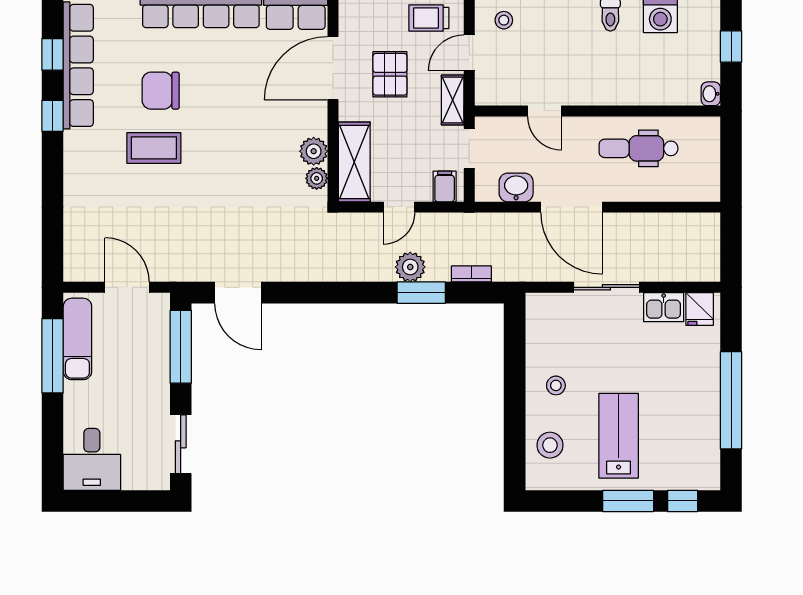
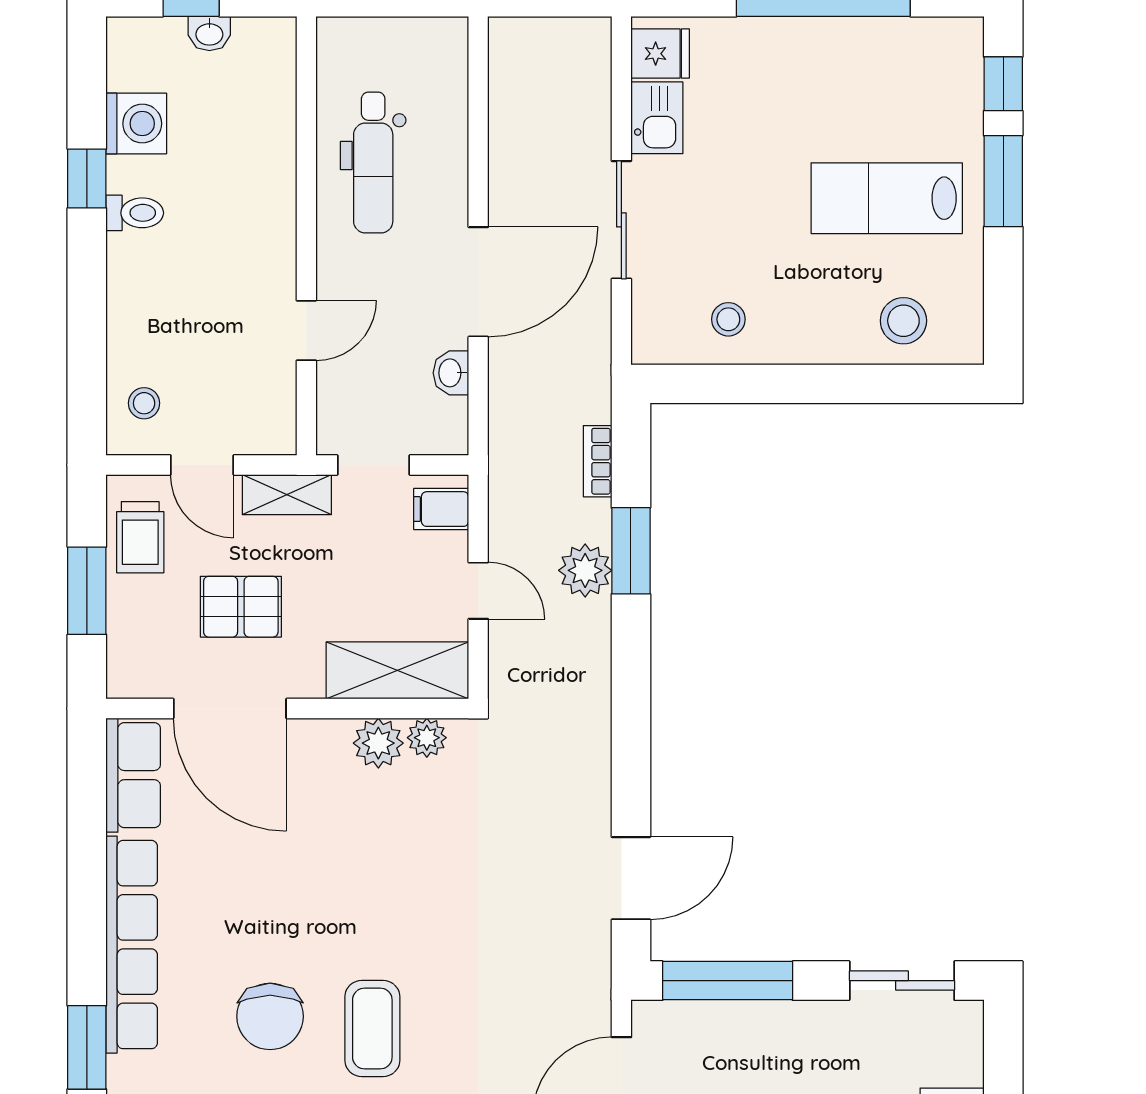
washbasin: (711, 94) -> (209, 33), moved
washbasin: (516, 187) -> (451, 373), width x0.72, depth x0.69
stool: (556, 385) -> (728, 319), moved

